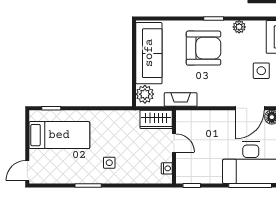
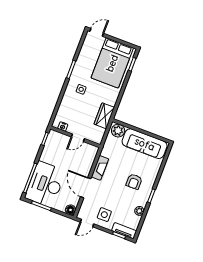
armchair: (203, 48) -> (134, 182), width x0.53, depth x0.53
fireplace: (181, 99) -> (100, 168), moved
door: (250, 108) -> (86, 188), moved
wardrobe: (156, 119) -> (104, 116), moved
bed: (59, 135) -> (112, 63), width x1.50
door: (27, 171) -> (97, 32), hinge flipped

